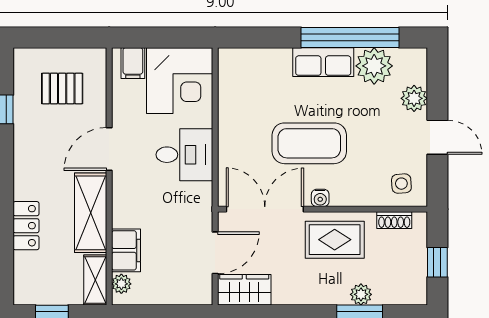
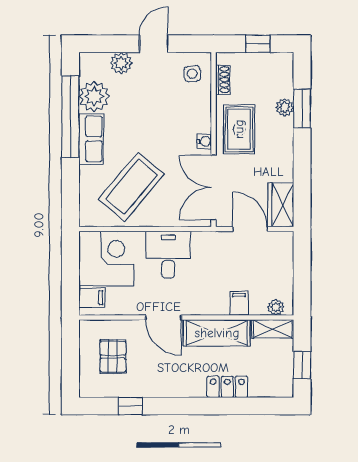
coffee table: (309, 143) -> (131, 187), moved, turned 40
filing cabinet: (126, 250) -> (239, 303), width x0.50

